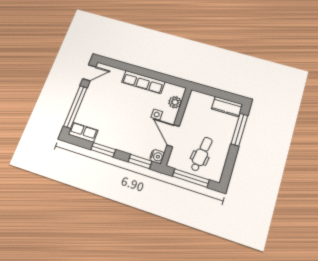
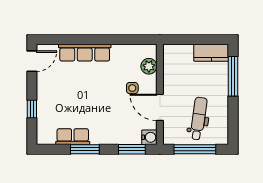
row of seats: (143, 82) -> (85, 53), moved
window: (75, 107) -> (32, 109), width x0.32
row of seats: (83, 132) -> (73, 137), moved

